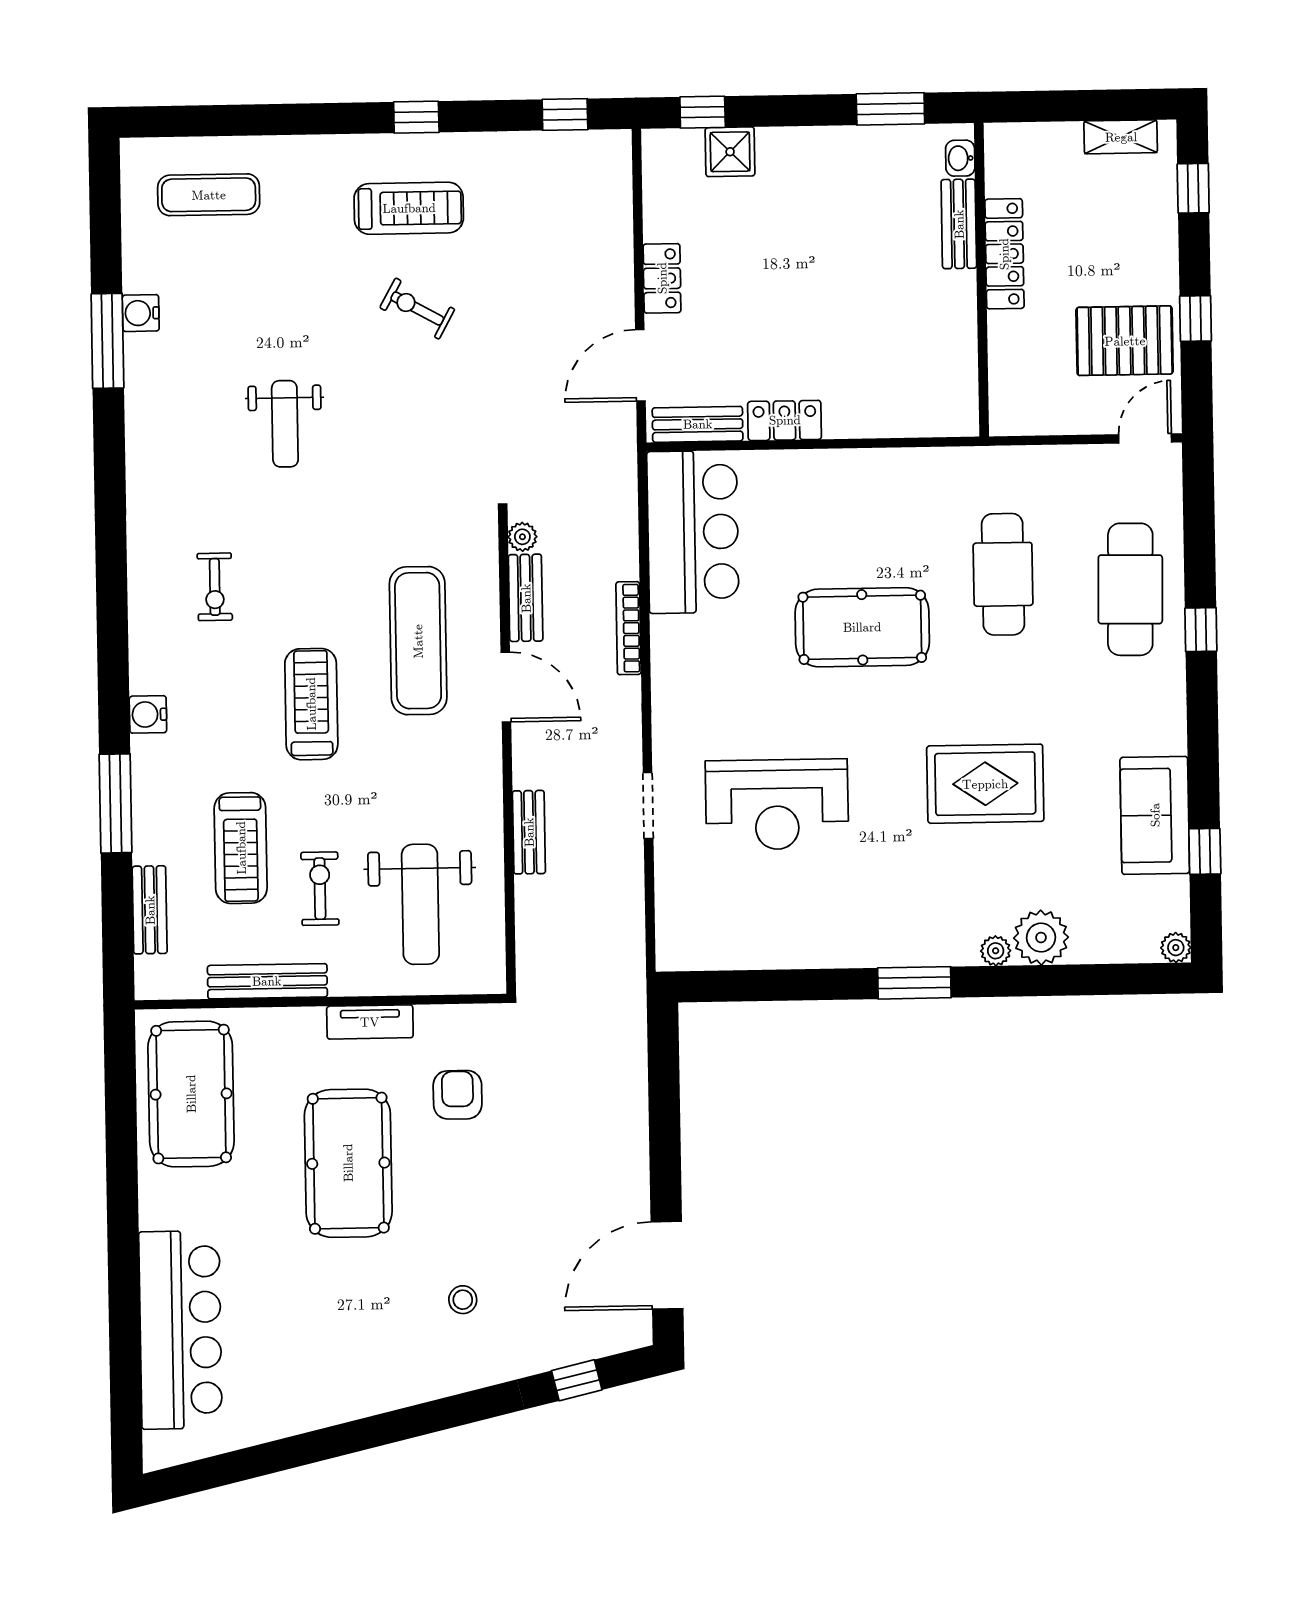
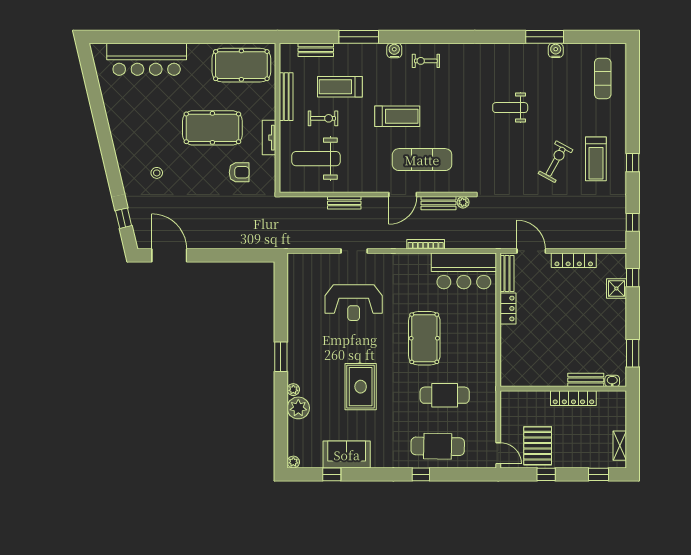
locker: (662, 278) -> (574, 260), width x1.53
exercise bike: (417, 309) -> (556, 162), width x1.38, depth x1.39
exercise bike: (215, 587) -> (426, 61), moved
reception desk: (777, 804) -> (354, 303), turned -90

